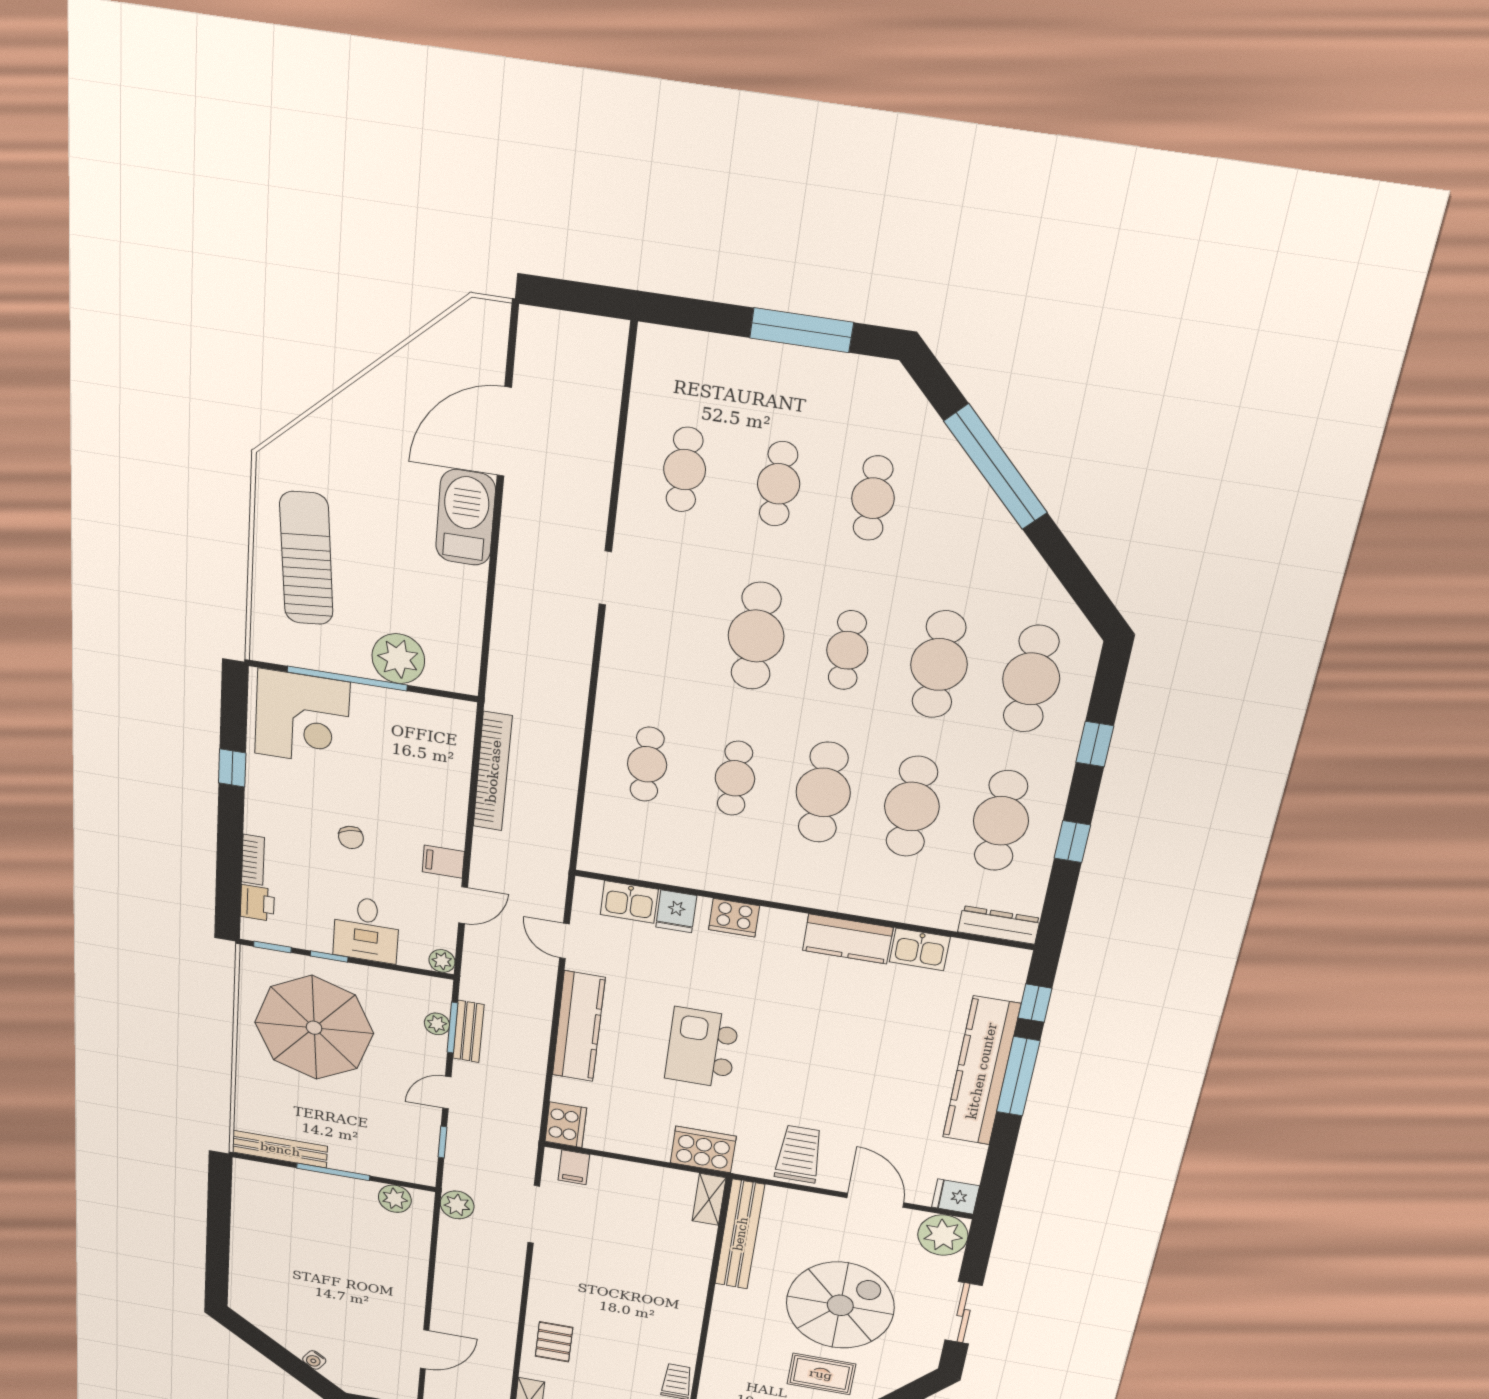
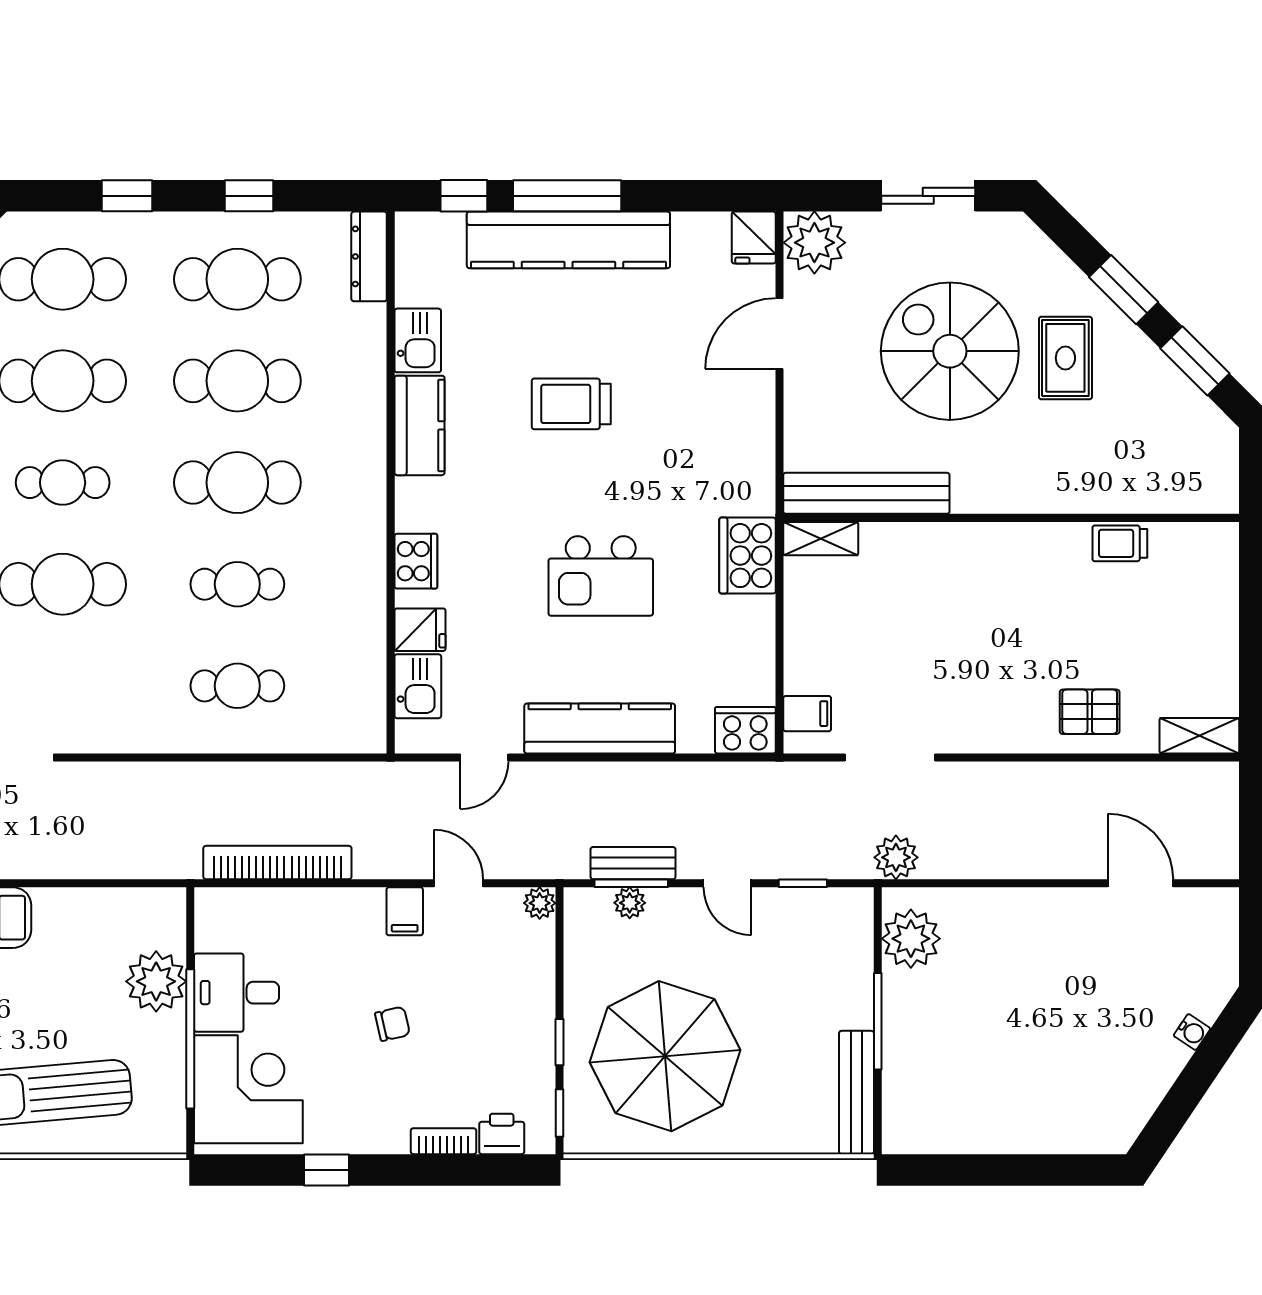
desk: (366, 929) -> (237, 993), moved, turned 180
trolley: (799, 1154) -> (571, 404), moved
plant: (395, 1199) -> (911, 939), width x1.36, depth x1.36

